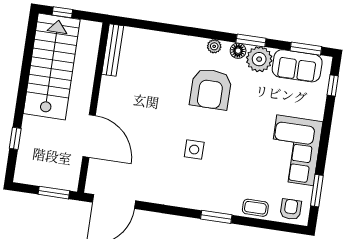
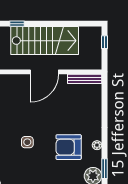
floor lamp: (238, 51) -> (96, 161), removed
stairs: (52, 66) -> (45, 41), moved
door: (89, 136) -> (44, 72), moved

